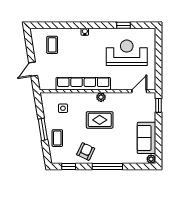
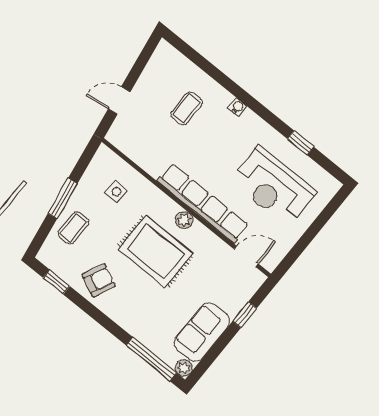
coffee table: (52, 45) -> (187, 108), moved
reception desk: (127, 53) -> (273, 186), turned 180
row of seats: (83, 84) -> (203, 203), moved
window: (158, 105) -> (245, 315), moved
rug: (100, 120) -> (156, 251), width x1.36, depth x1.43
window: (107, 166) -> (151, 359), moved

